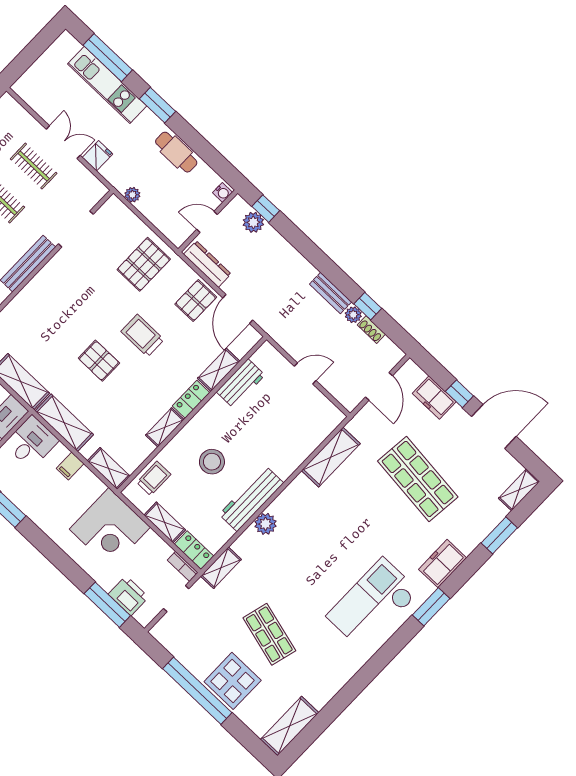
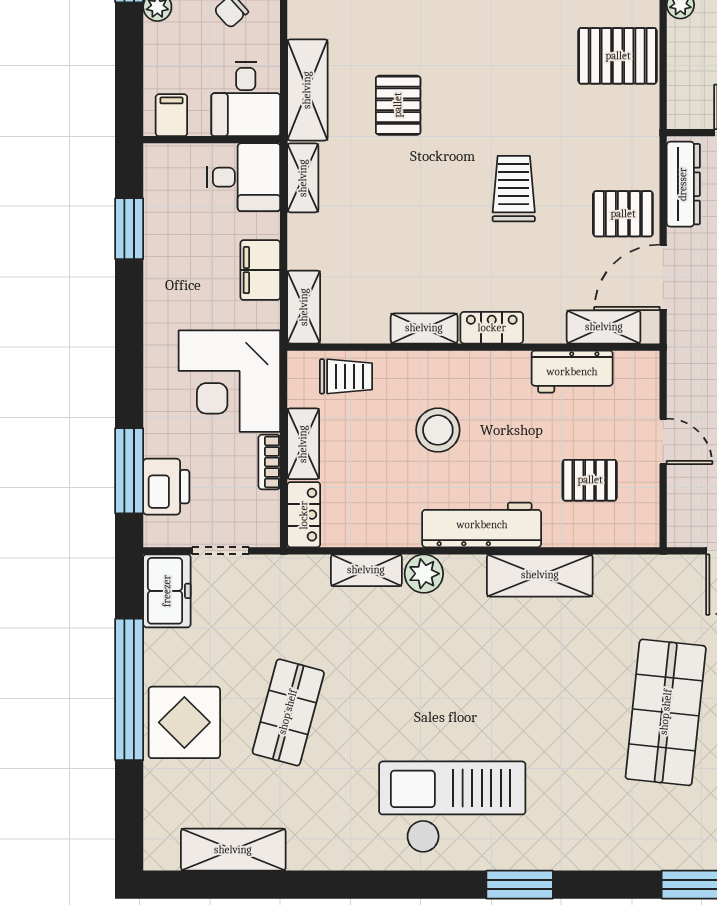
pallet: (144, 264) -> (618, 56), moved
pallet: (99, 361) -> (398, 105), moved
shelving: (219, 370) -> (604, 327), moved
pallet: (292, 419) -> (590, 480), added
shelving: (64, 423) -> (303, 178), width x0.67, depth x0.75
shelving: (331, 457) -> (540, 575), moved
filing cabinet: (70, 466) -> (260, 270), width x2.00
workbench: (251, 499) -> (482, 525), moved
freezer: (443, 564) -> (167, 591), moved, turned 90
bookcase: (183, 566) -> (269, 462), moved
shelving: (221, 568) -> (366, 570), moved
shelving: (290, 726) -> (233, 850), moved

